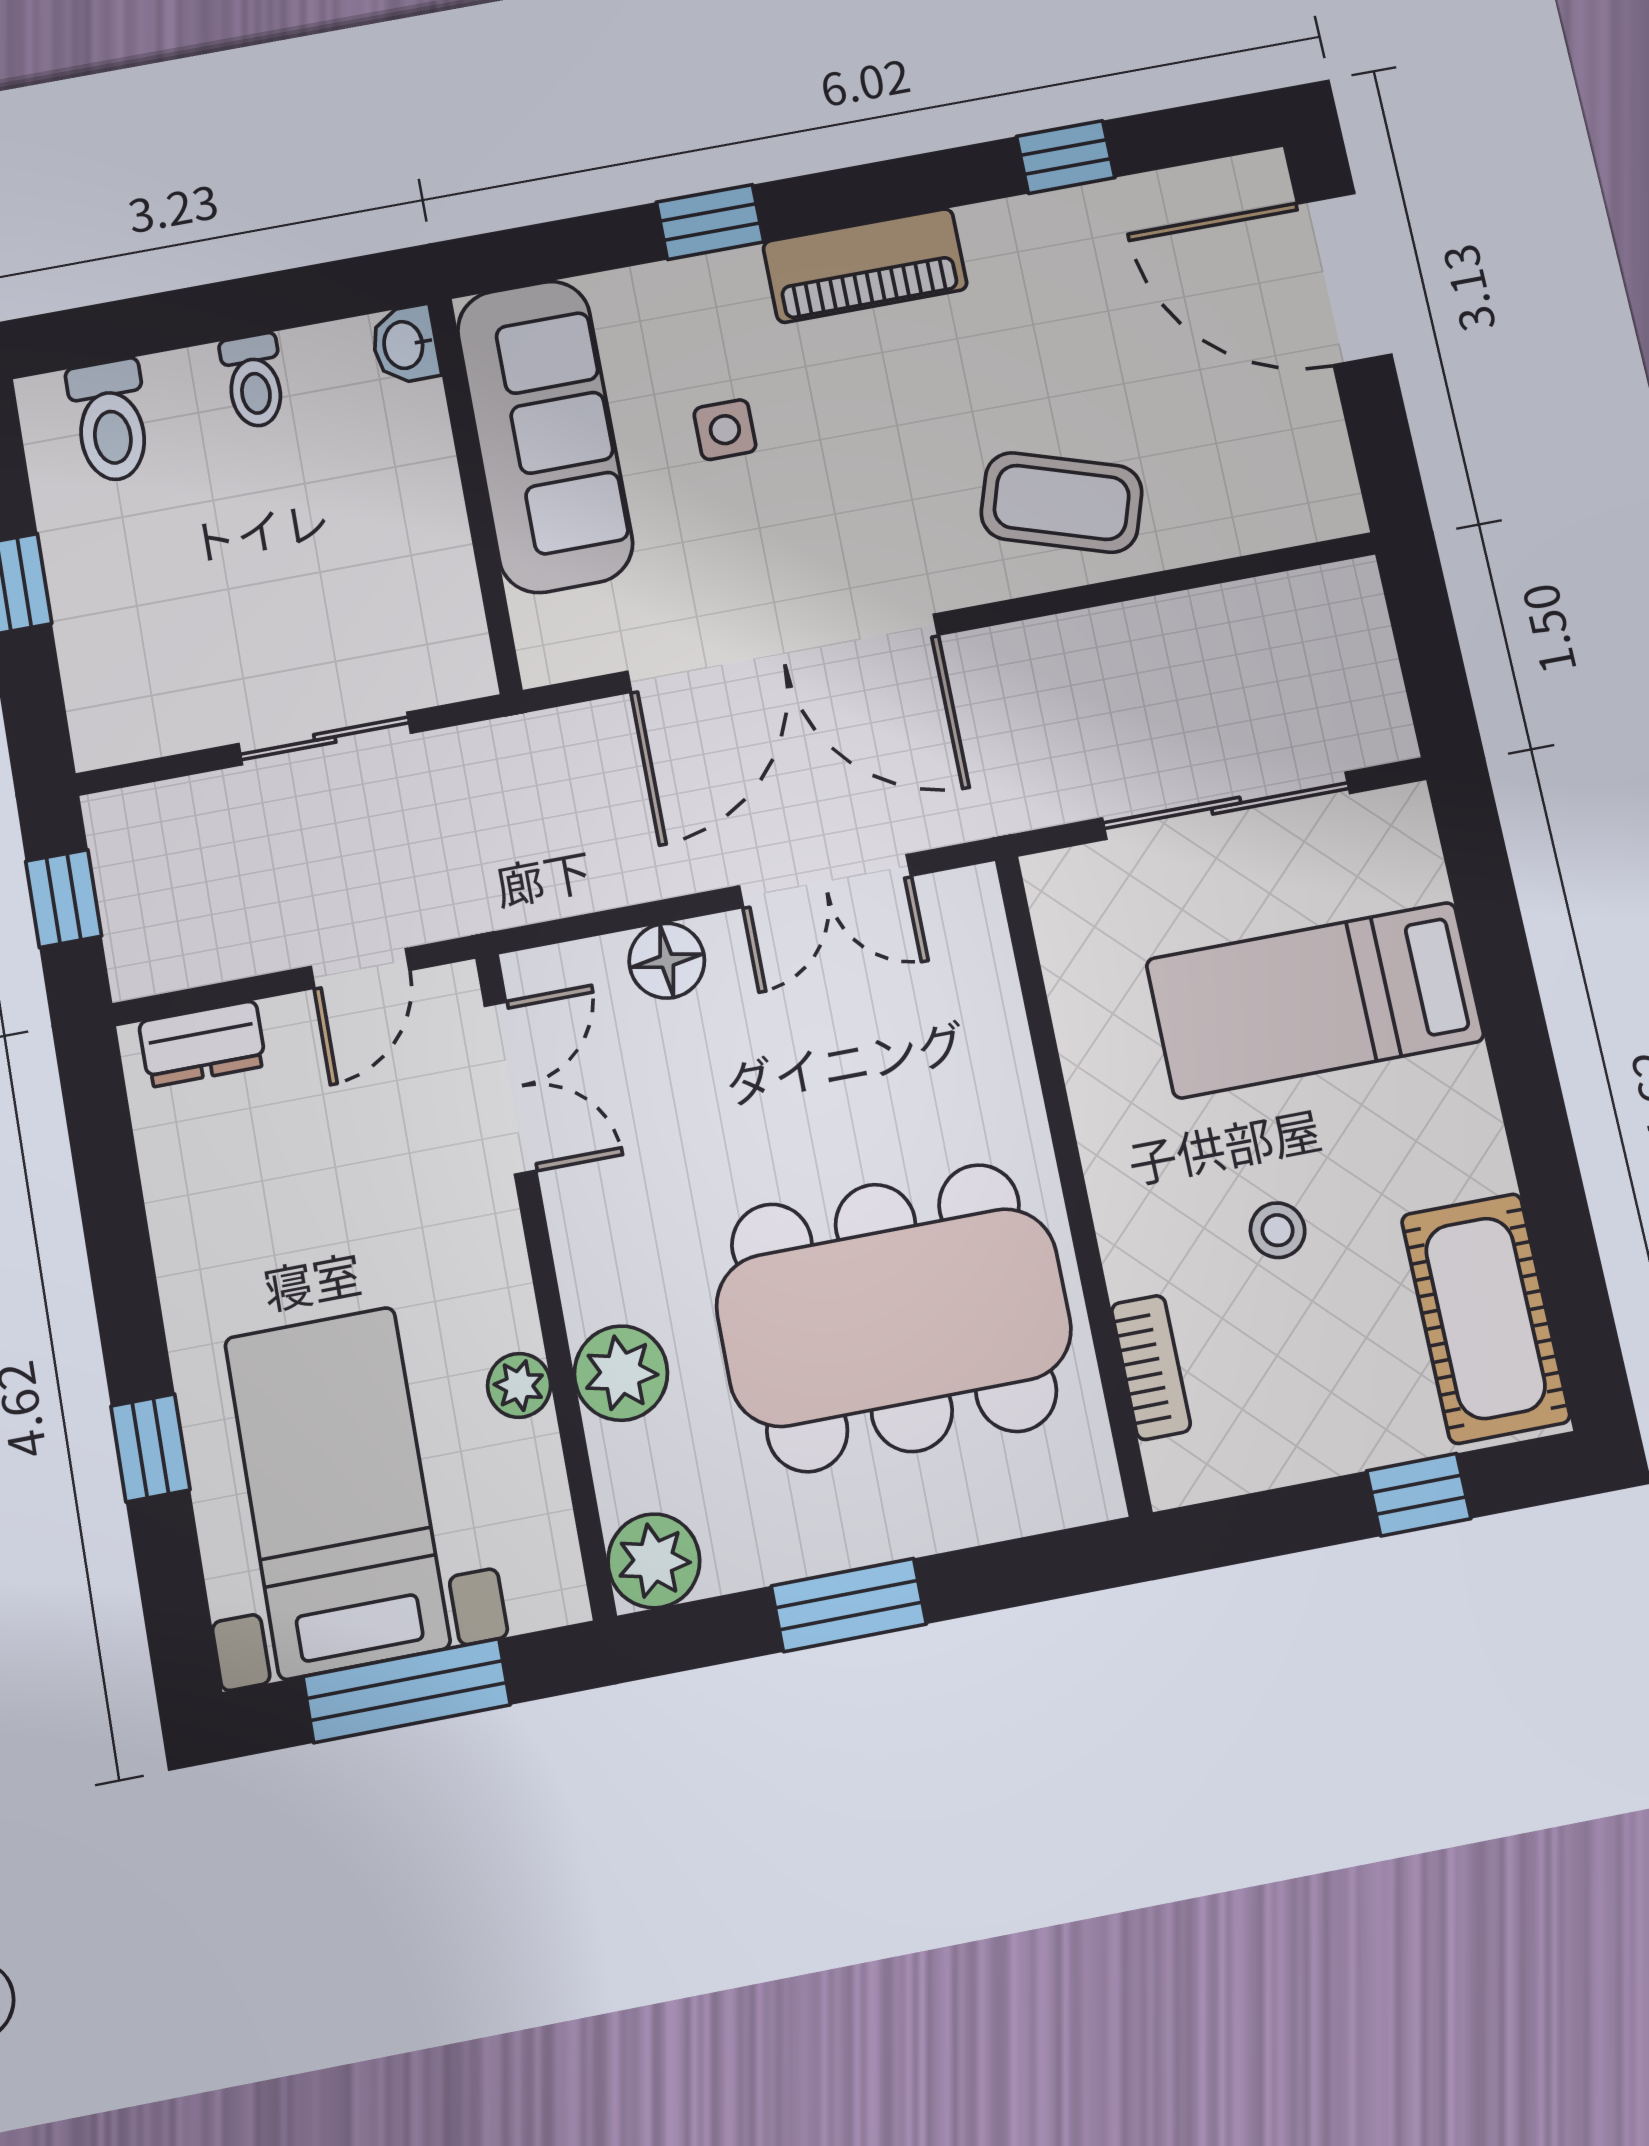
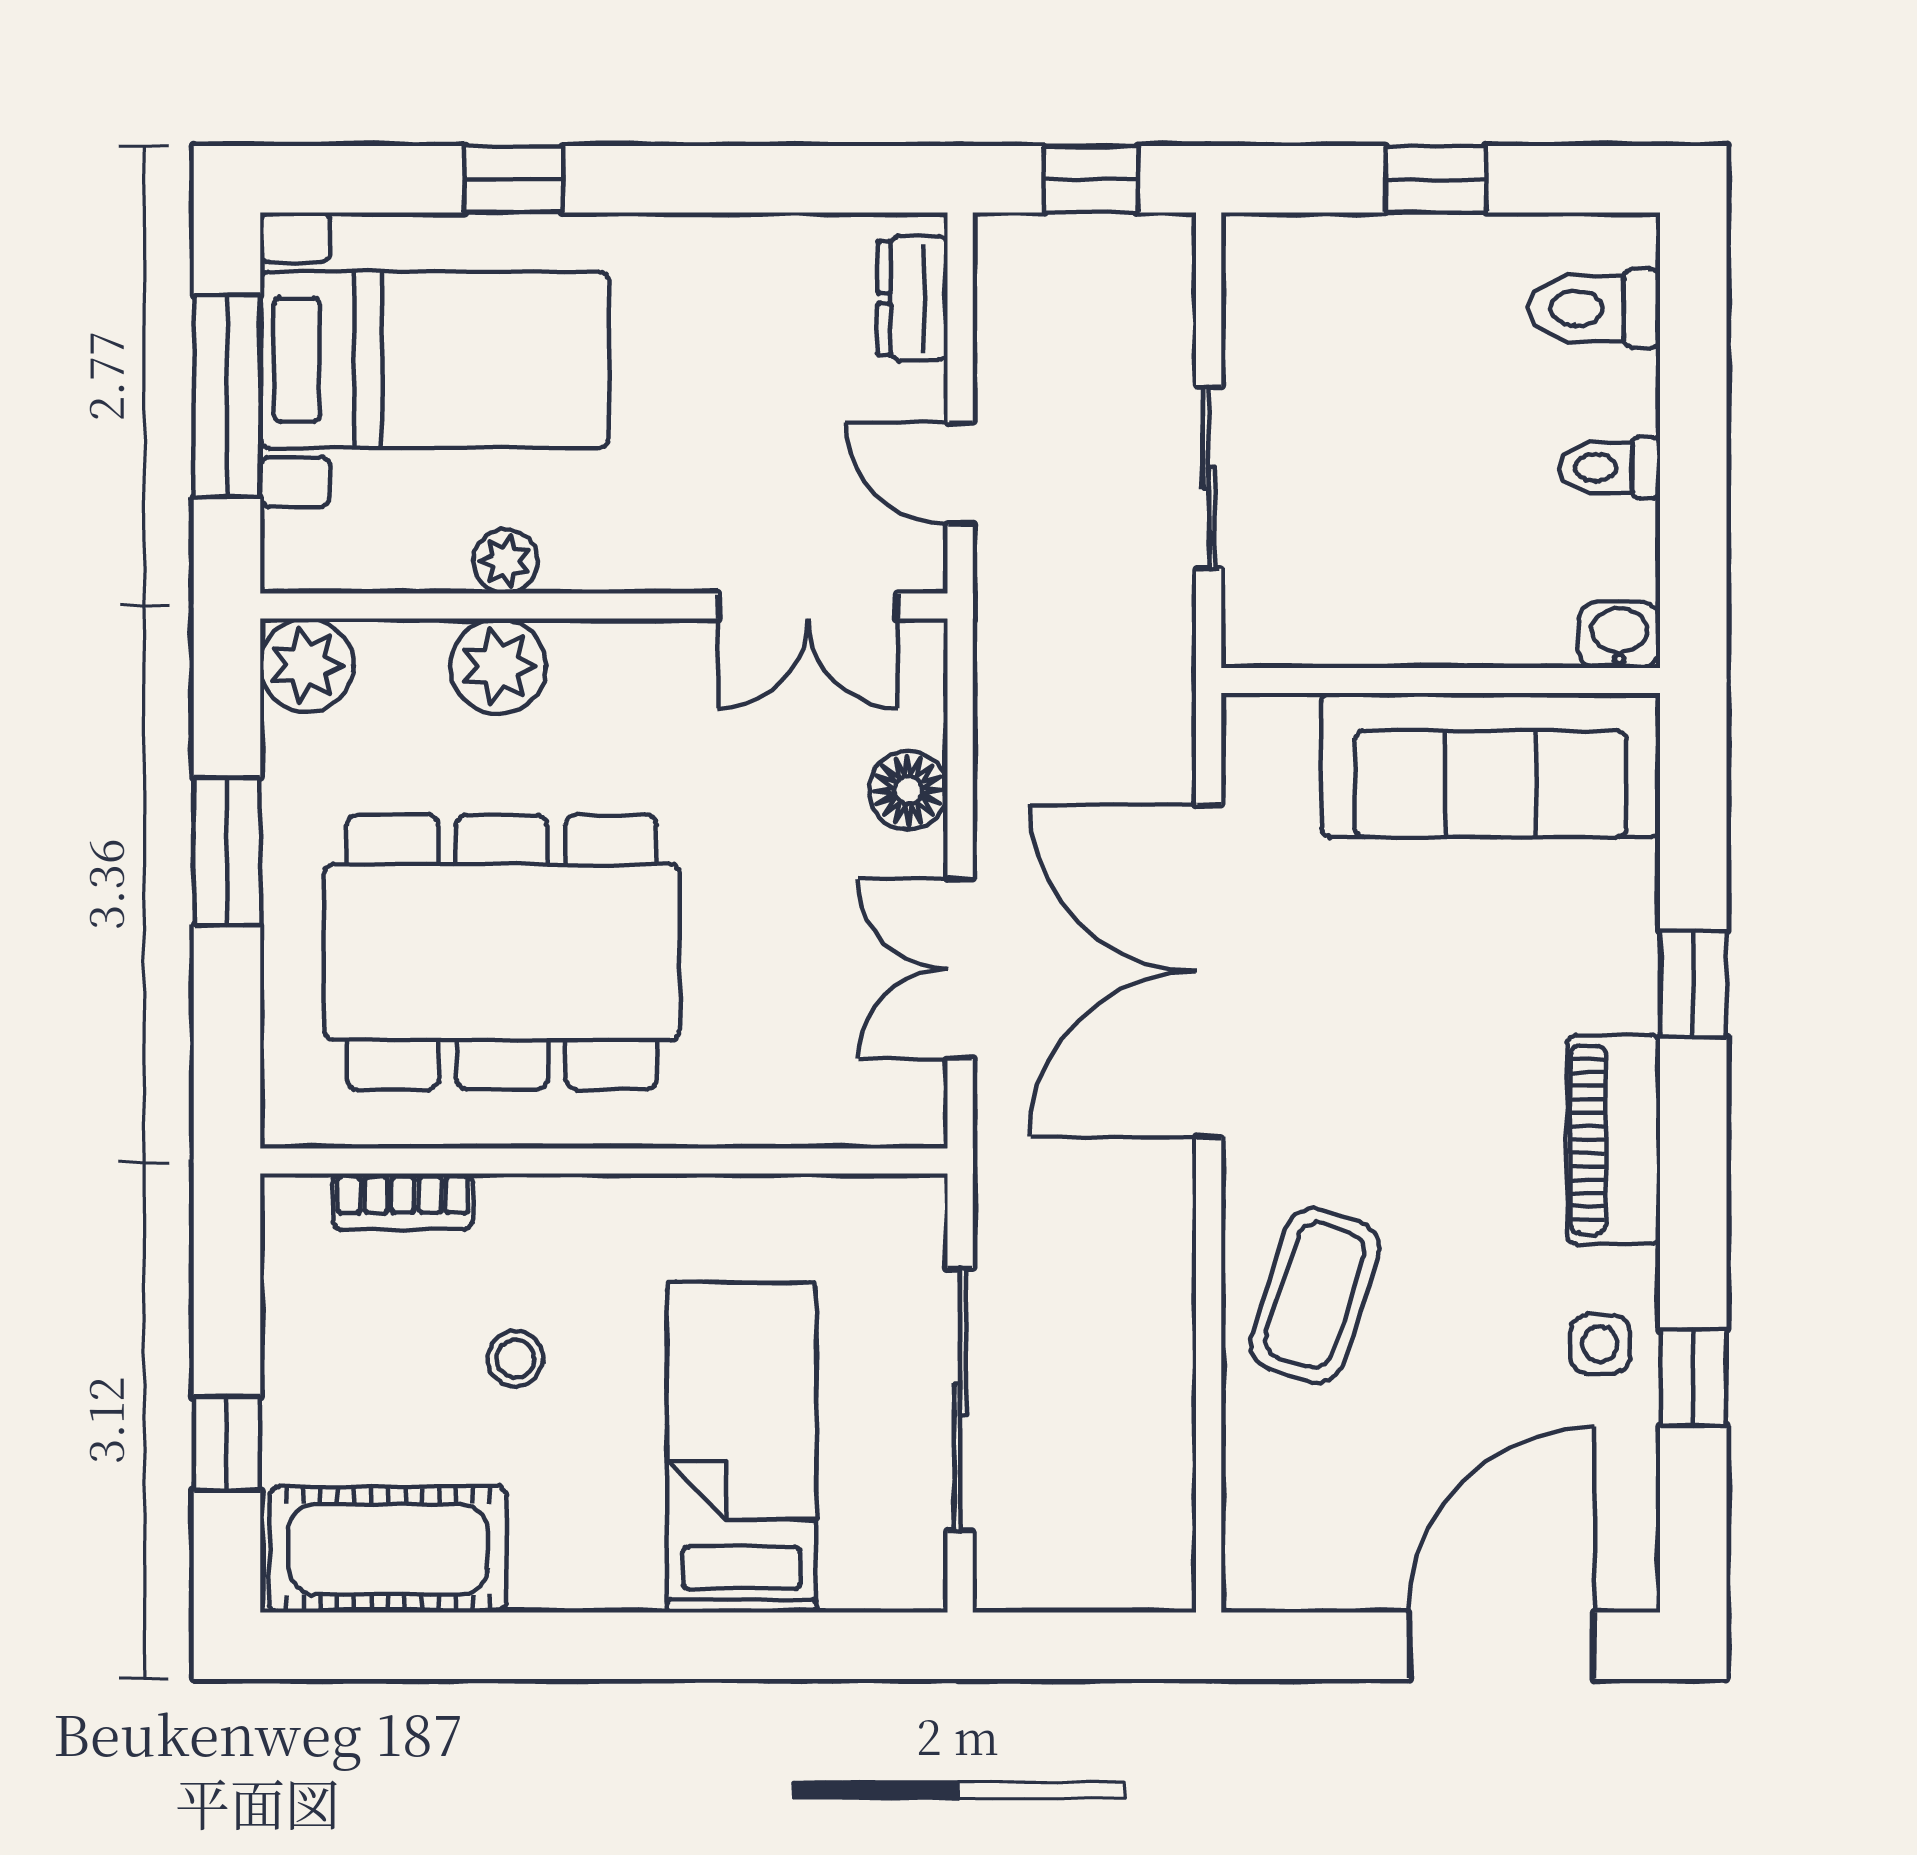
side table: (725, 430) -> (1600, 1344), moved
dining table: (894, 1317) -> (502, 952), turned 90

